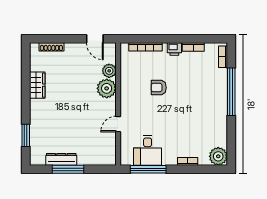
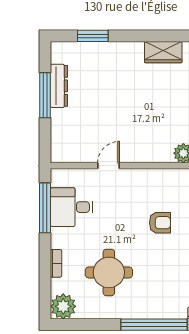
plant: (107, 88) -> (159, 150), removed
armchair: (159, 88) -> (160, 223), turned 90
door: (118, 124) -> (109, 166), hinge flipped
round table: (194, 124) -> (109, 272), added

